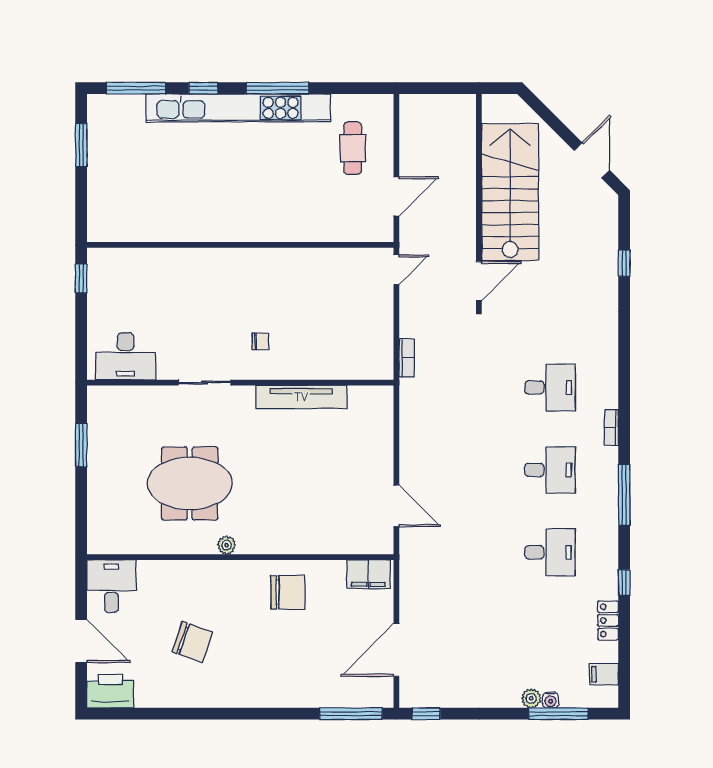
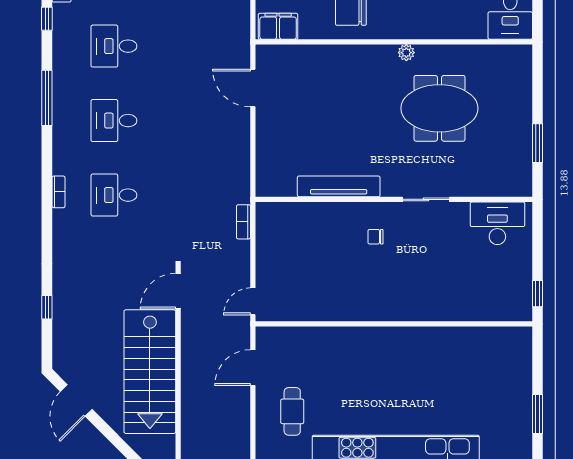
bookcase: (611, 427) -> (58, 192), moved

